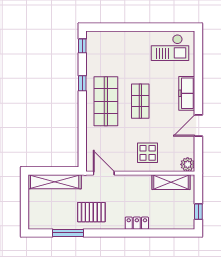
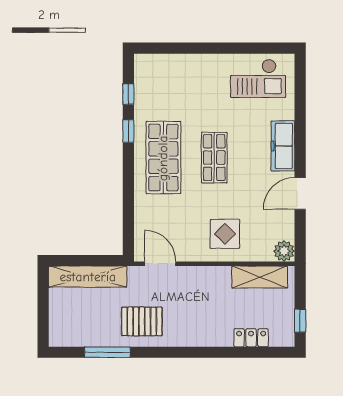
window: (82, 46) -> (128, 94), moved
locker: (137, 223) -> (251, 338), moved

